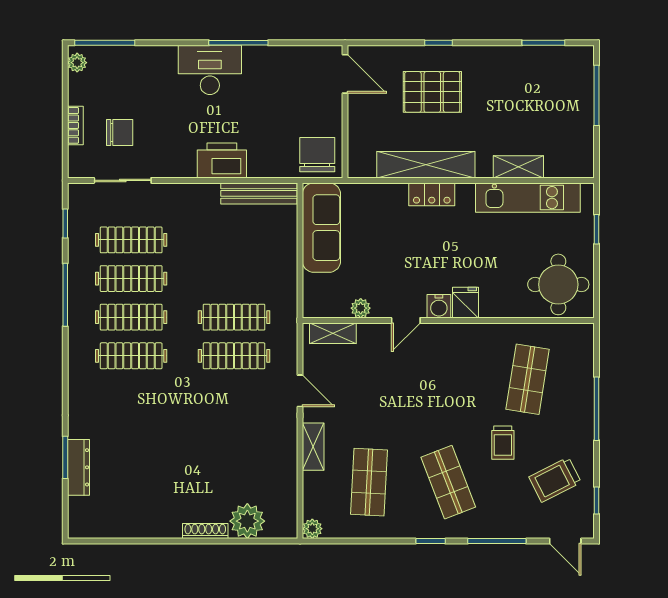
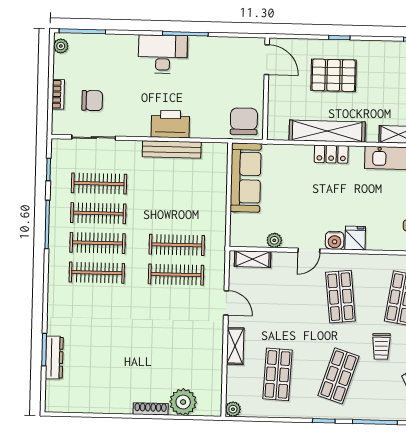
bench: (259, 193) -> (172, 149), moved
shop shelf: (448, 379) -> (340, 297), added
shop shelf: (448, 482) -> (339, 376), turned 39

